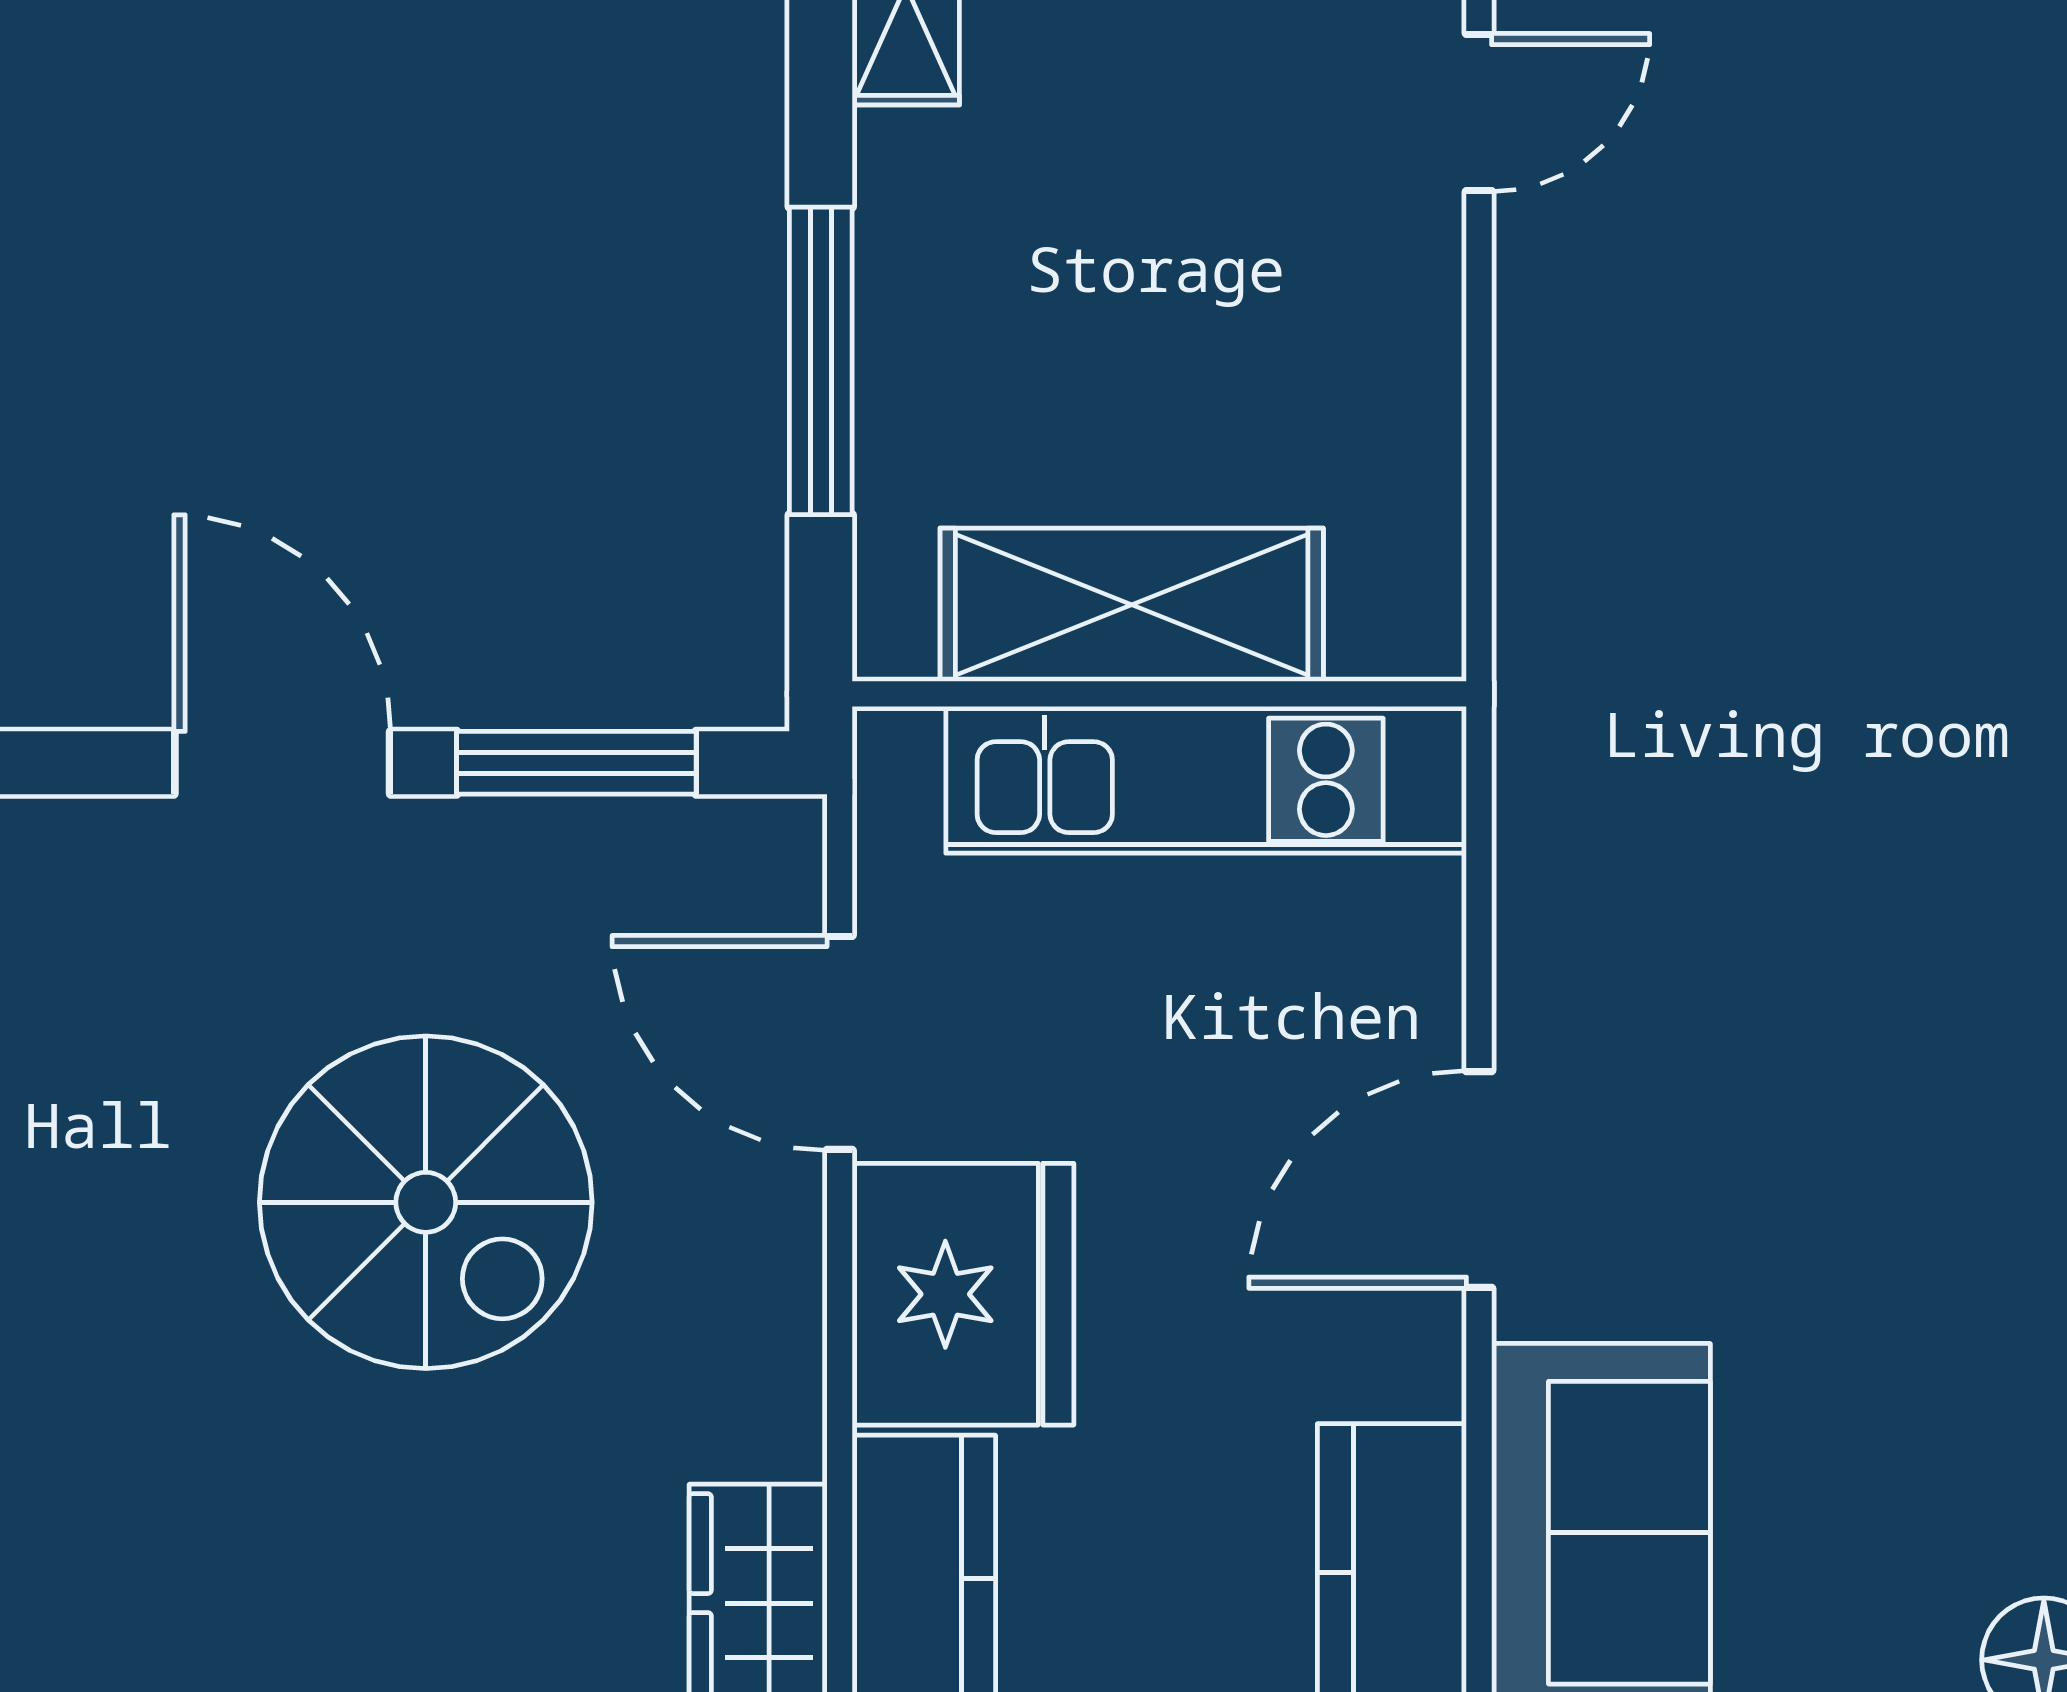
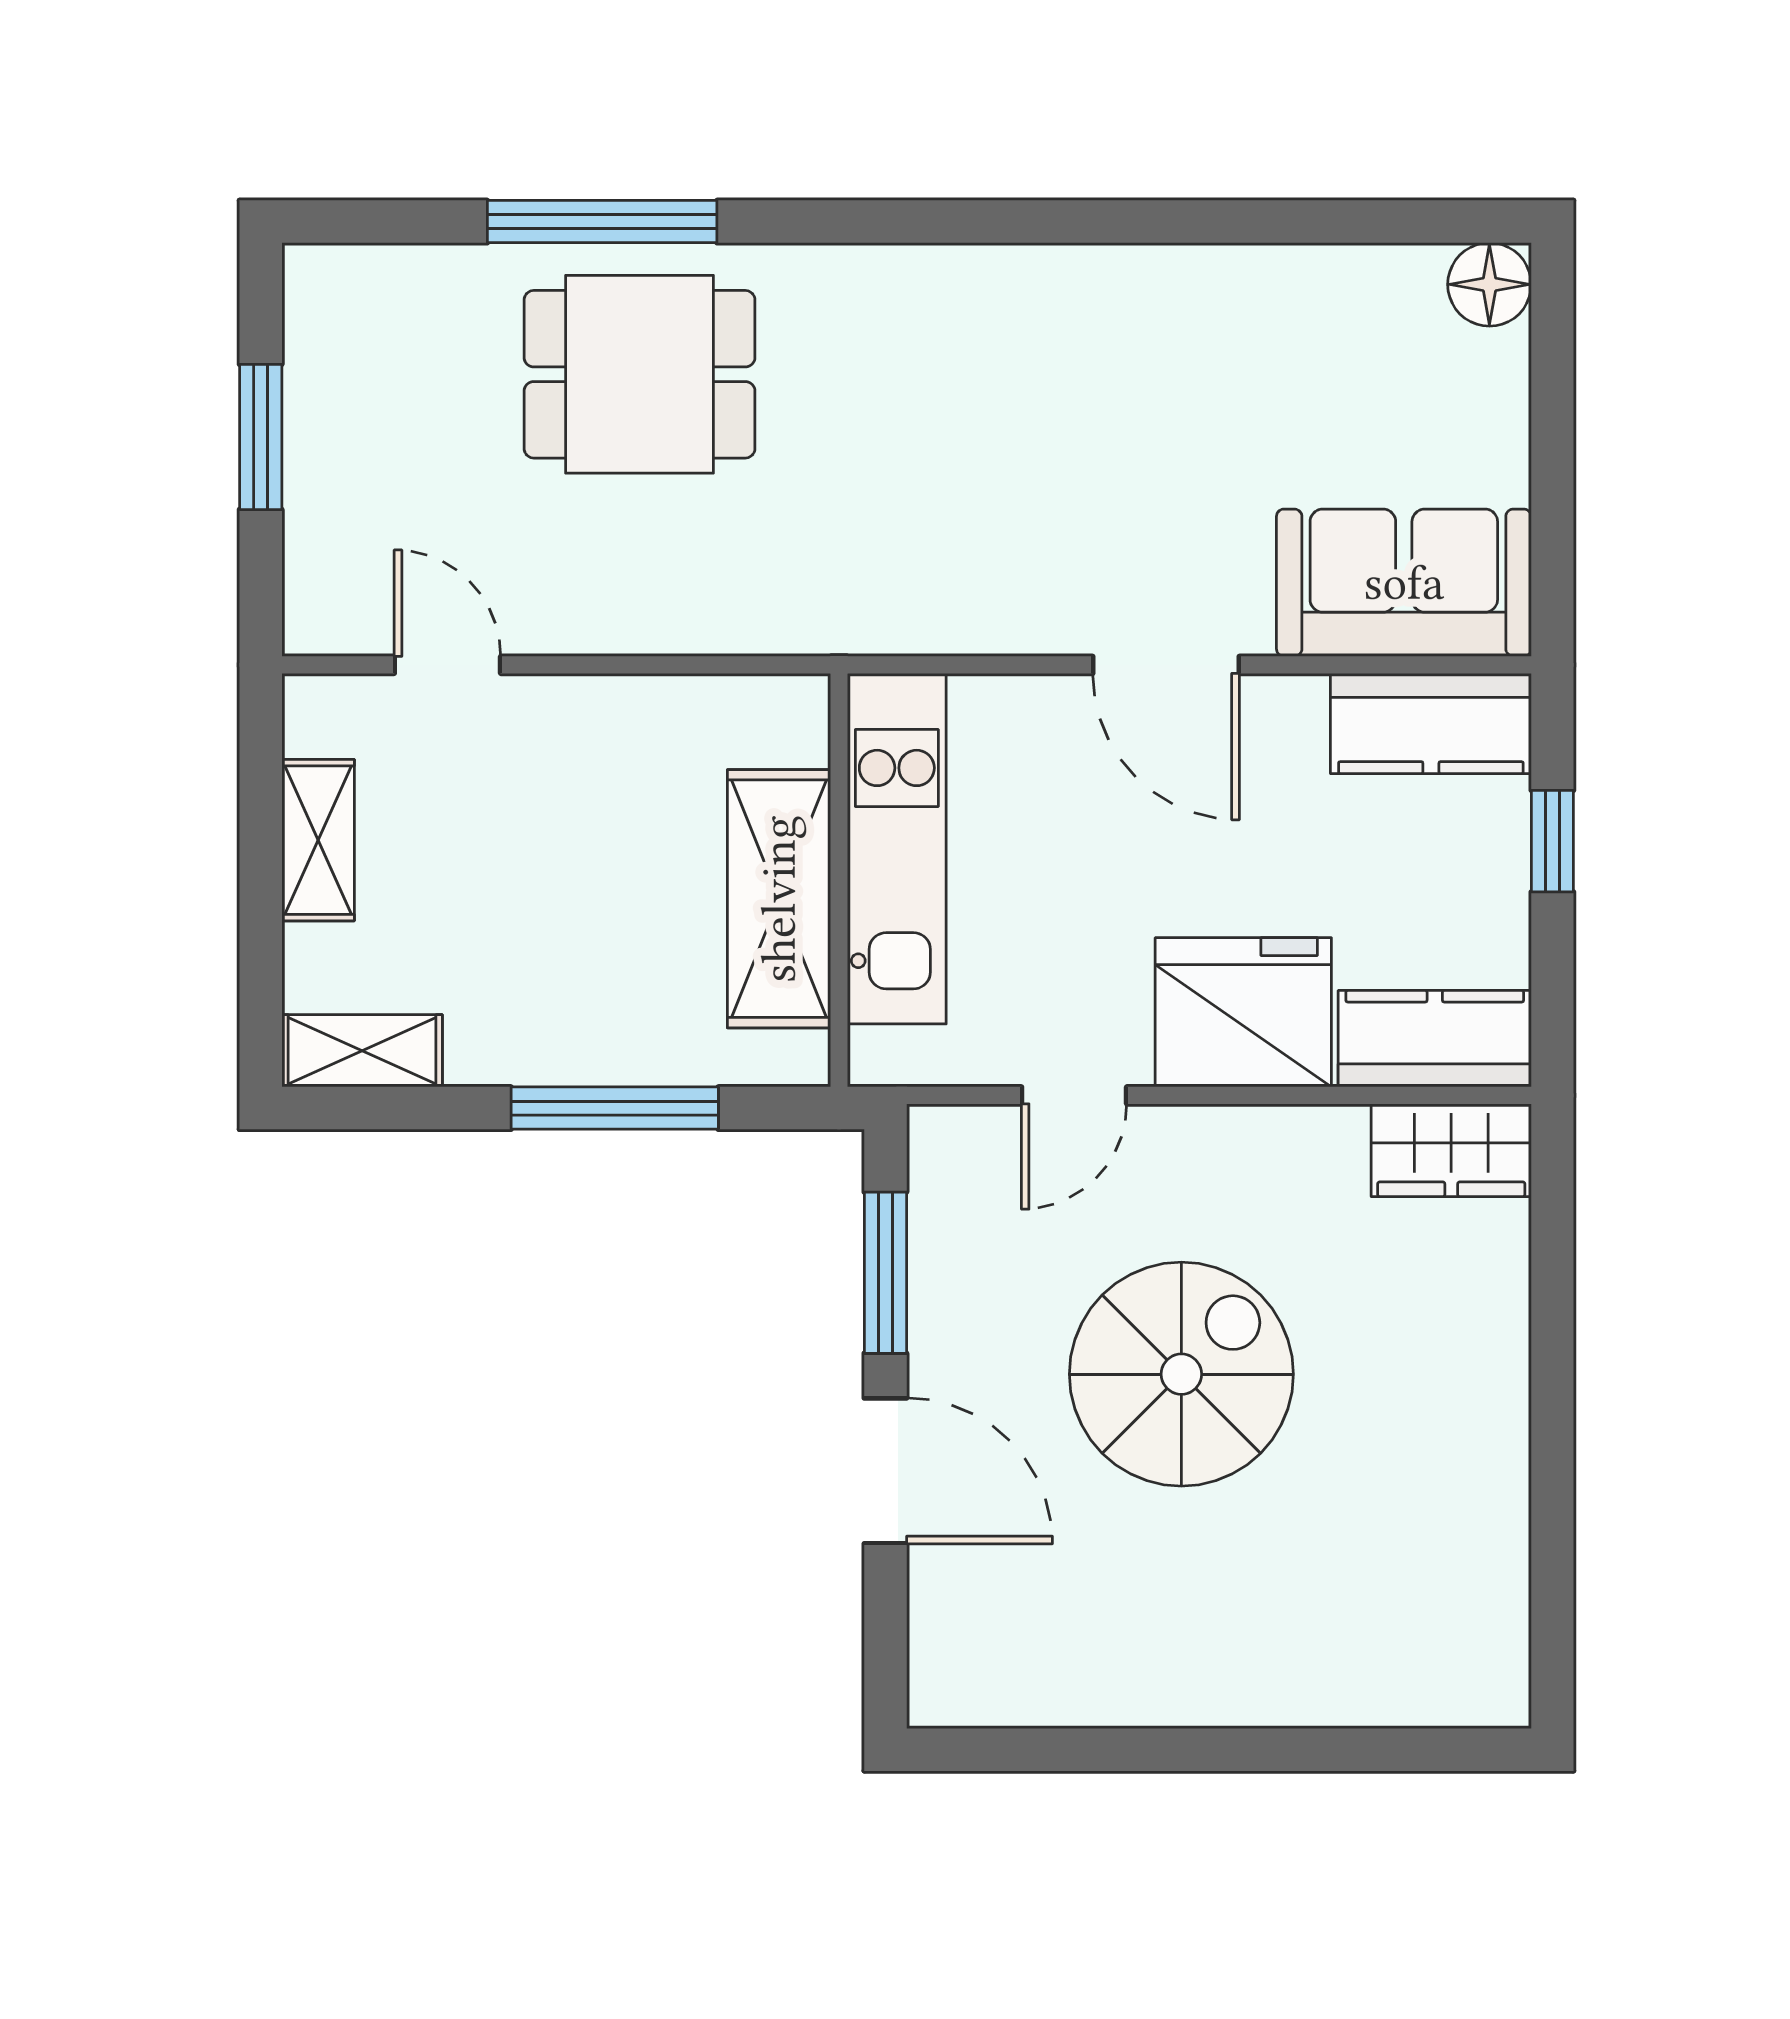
dining table: (1910, 398) -> (640, 374), added
door: (282, 763) -> (885, 1471), swing flipped
door: (840, 1043) -> (1074, 1095), width x0.73

